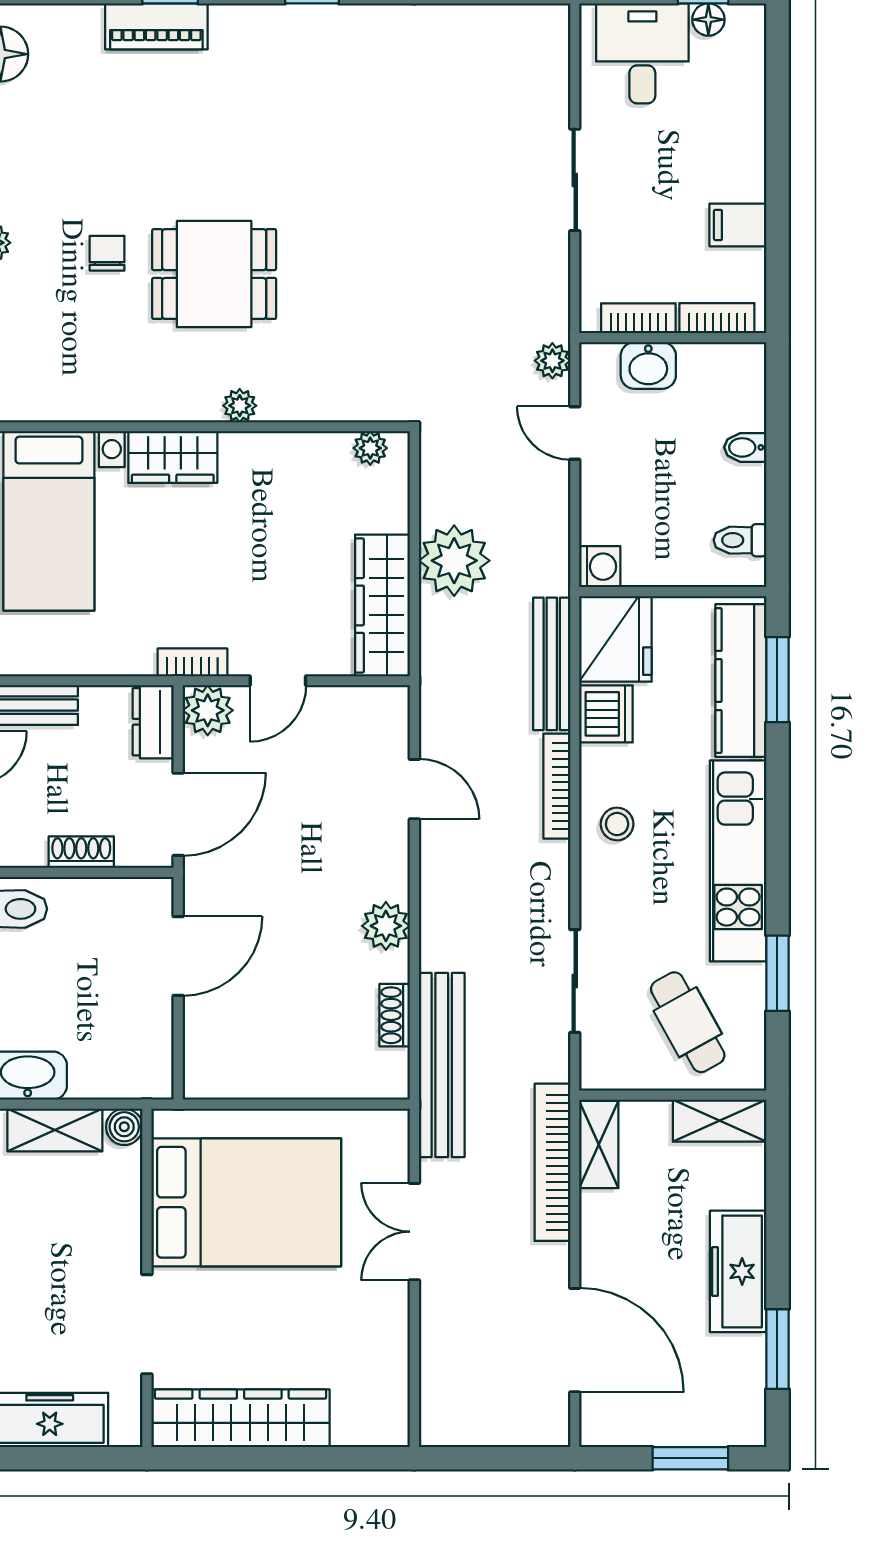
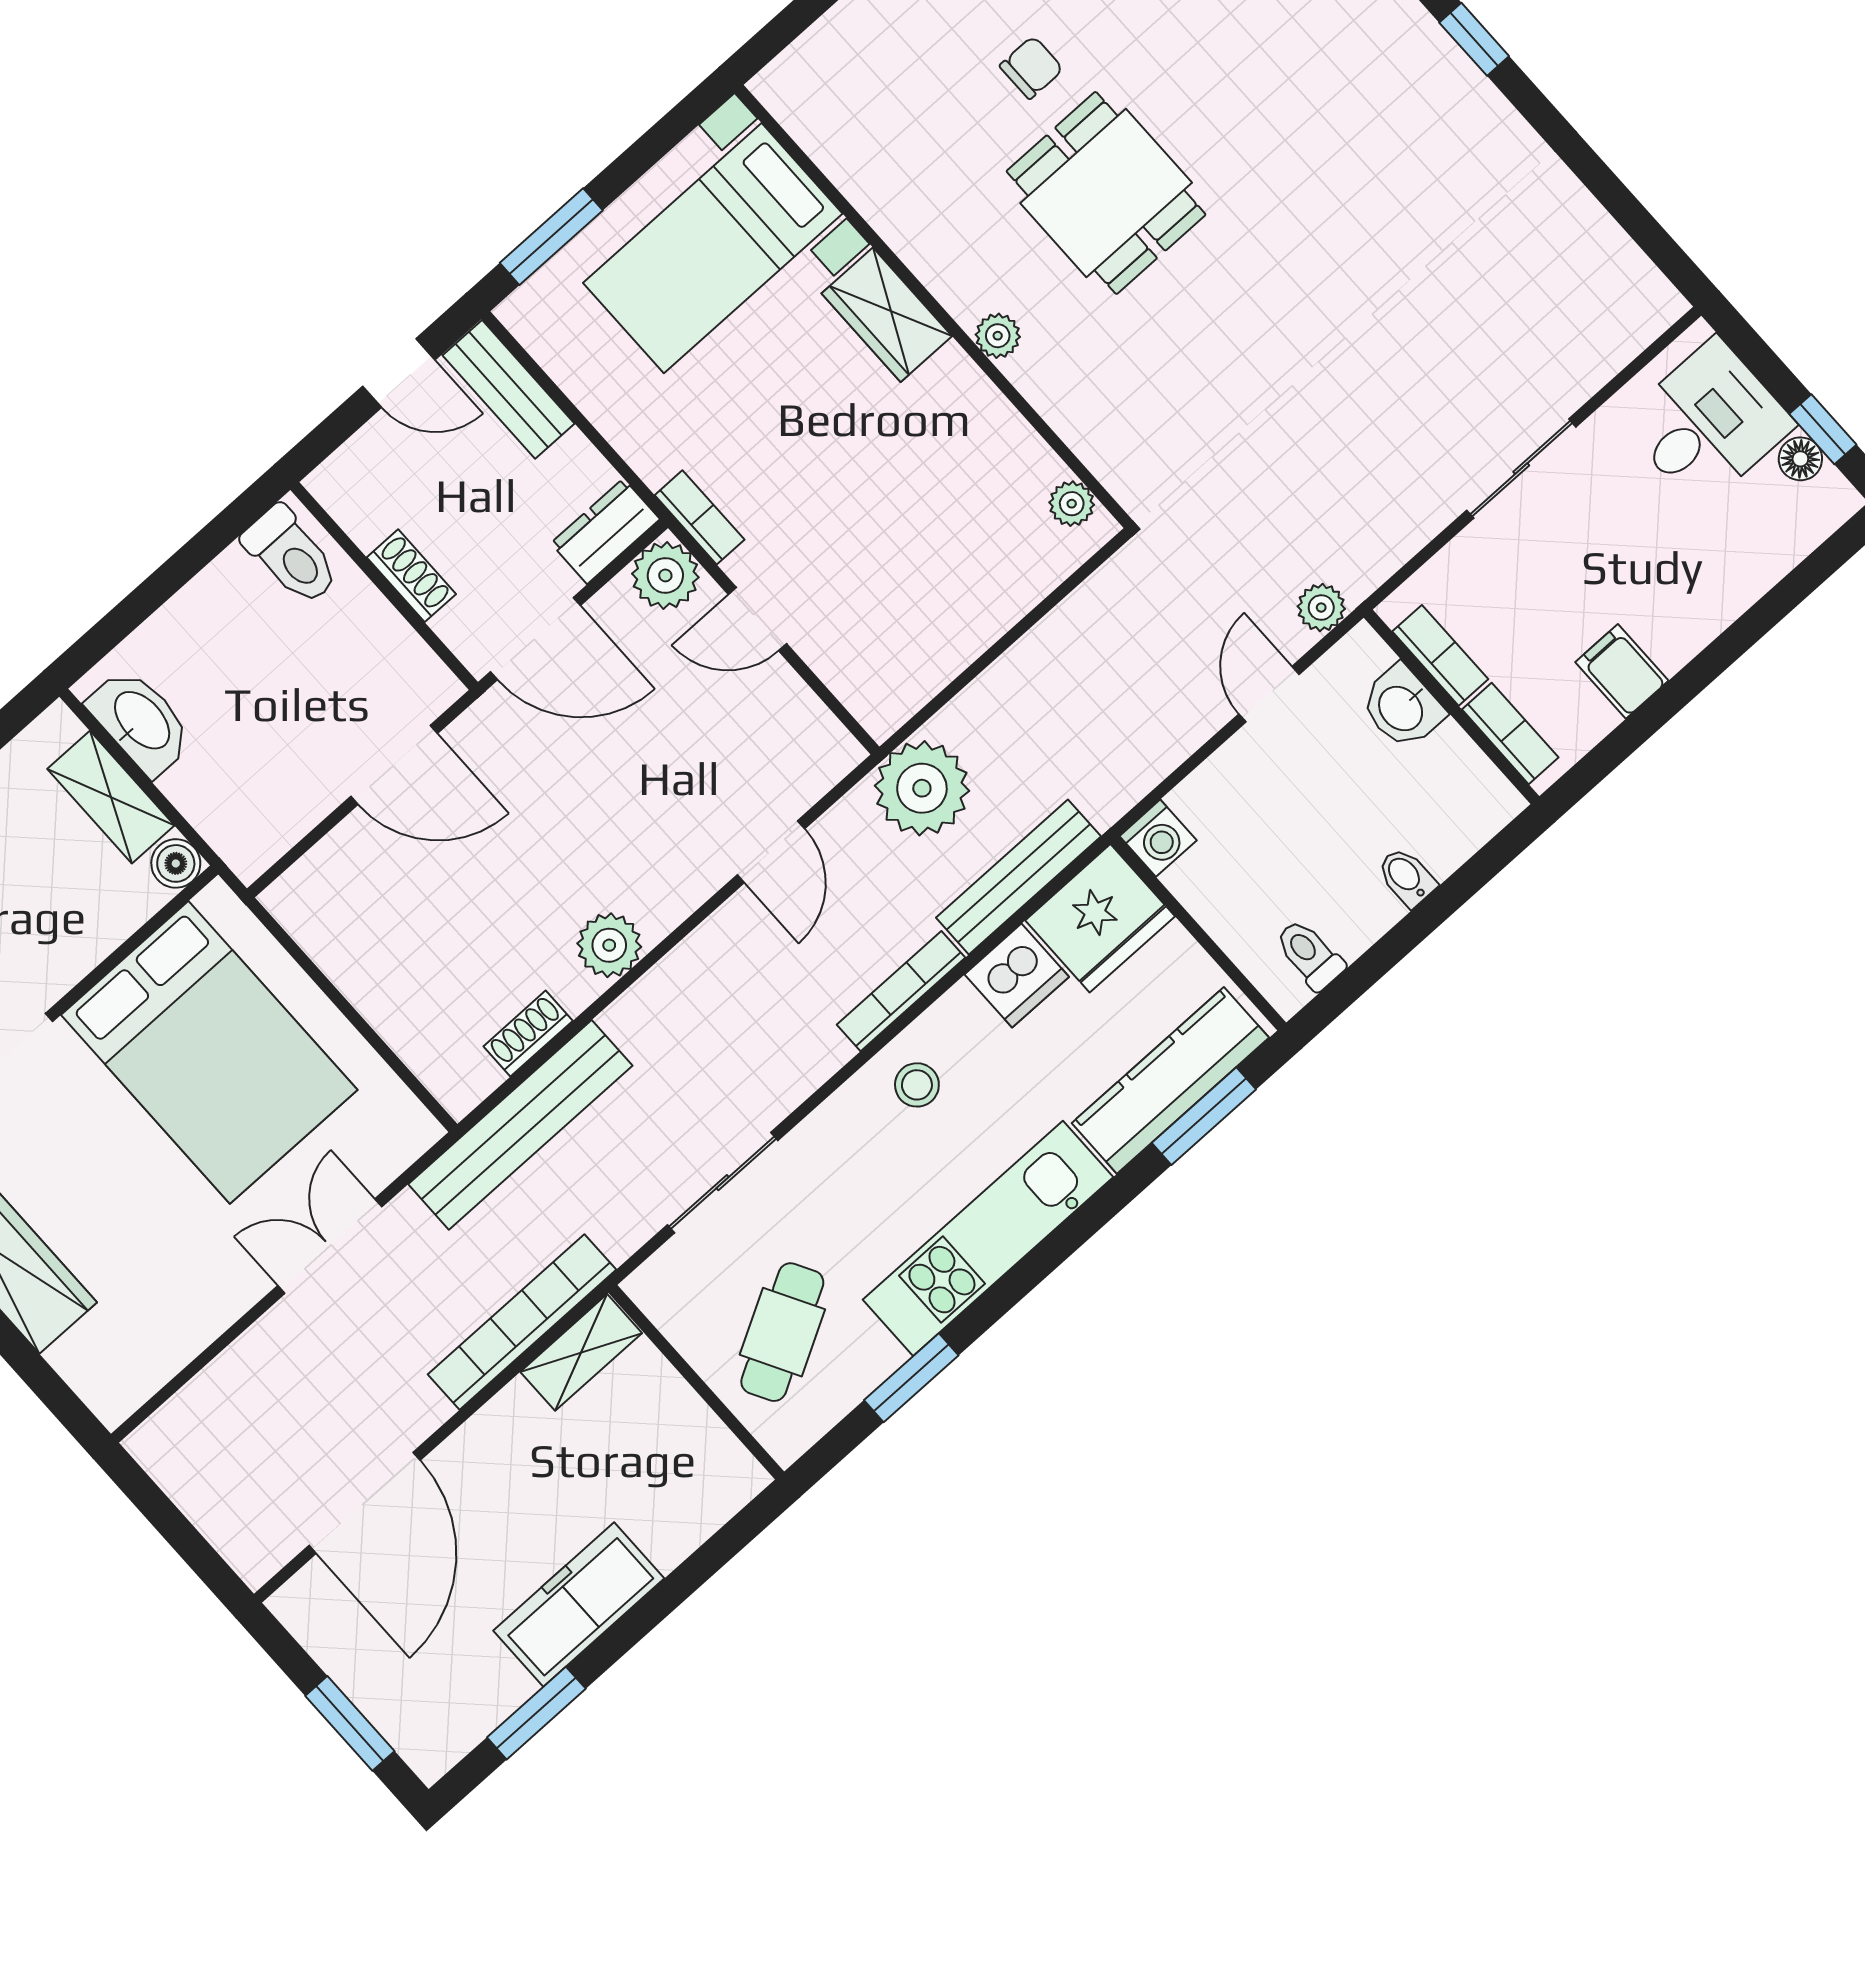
plant: (454, 561) -> (922, 788), moved
wardrobe: (382, 605) -> (926, 656), removed
shelving: (720, 1121) -> (713, 1452), removed

